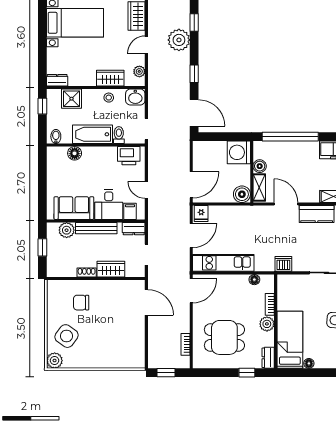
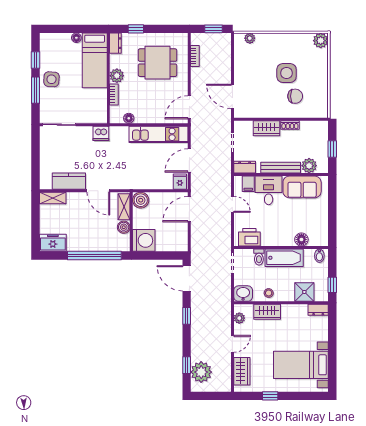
plant: (179, 40) -> (201, 372), moved
side table: (66, 336) -> (287, 73), moved, turned -36
plant: (128, 363) -> (250, 38), added

